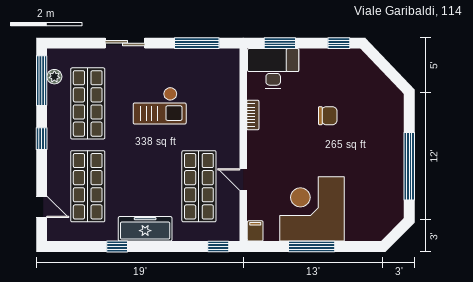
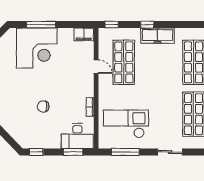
checkout: (160, 106) -> (126, 124), moved, width x1.36, depth x1.21
corner desk: (312, 209) -> (37, 48), moved
filing cabinet: (255, 231) -> (84, 34), width x2.00
window: (117, 247) -> (147, 25), moved
window: (312, 247) -> (41, 25), moved

